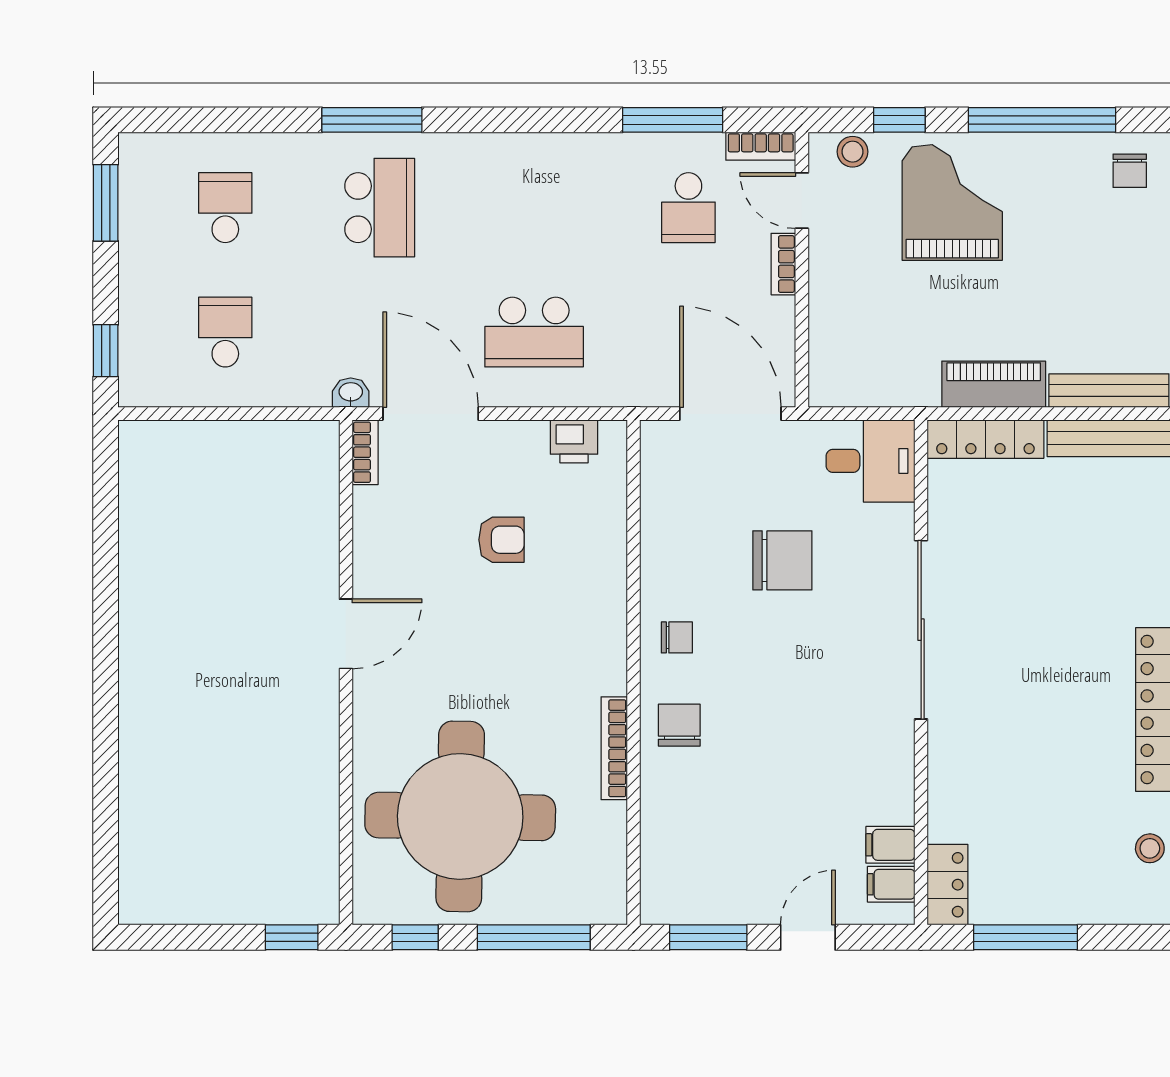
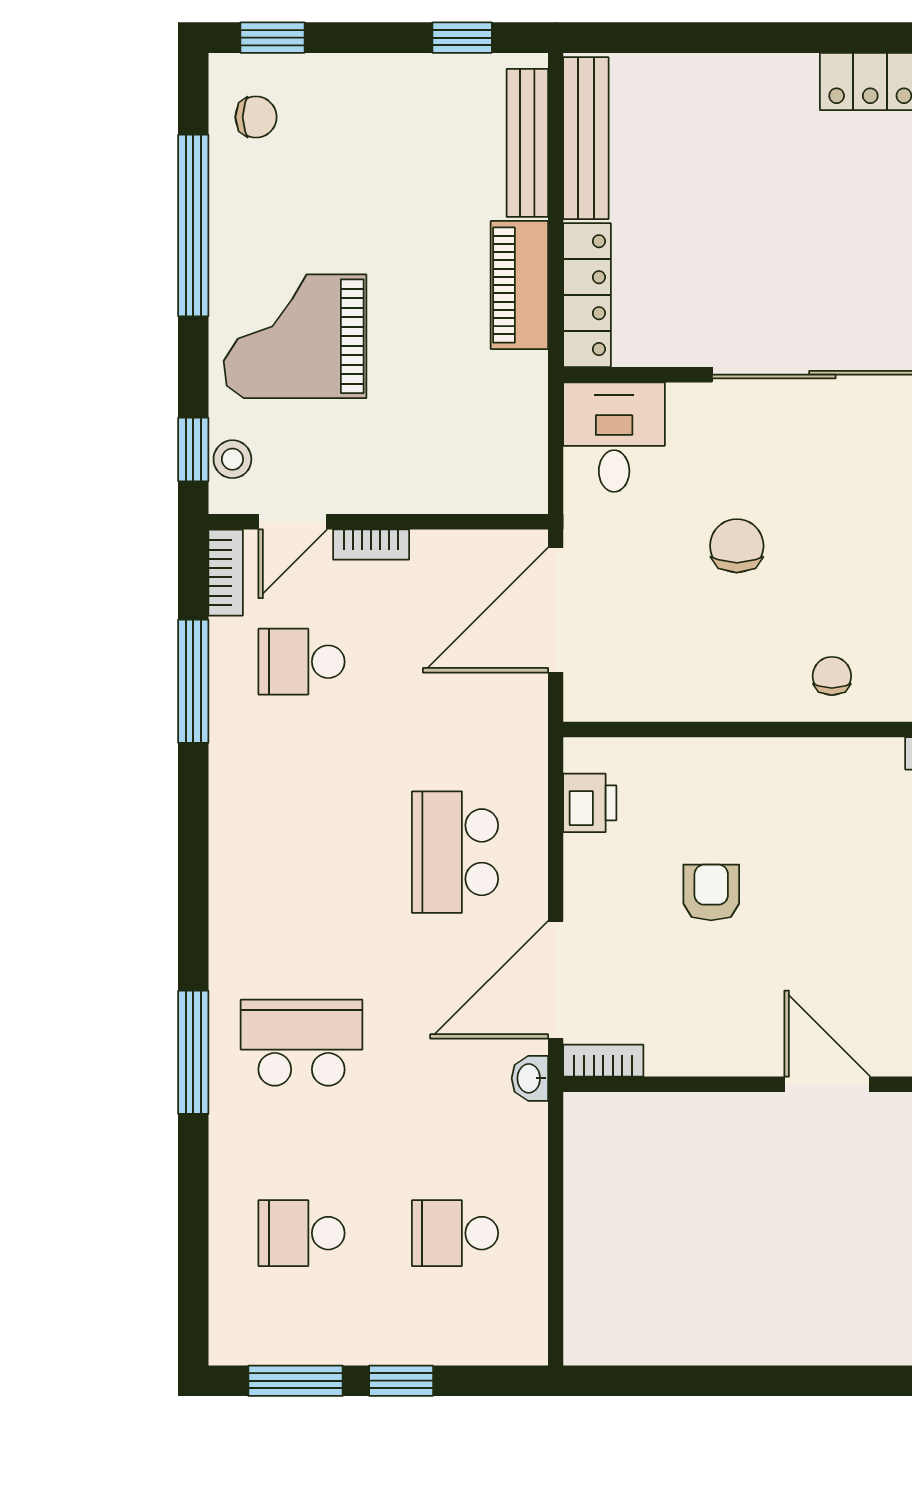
window: (899, 120) -> (193, 450), moved
school desk: (688, 208) -> (301, 662), turned 180
school desk: (534, 332) -> (455, 852), turned 180
window: (106, 351) -> (401, 1381), moved
chair: (782, 560) -> (737, 546), width x0.73, depth x0.73

